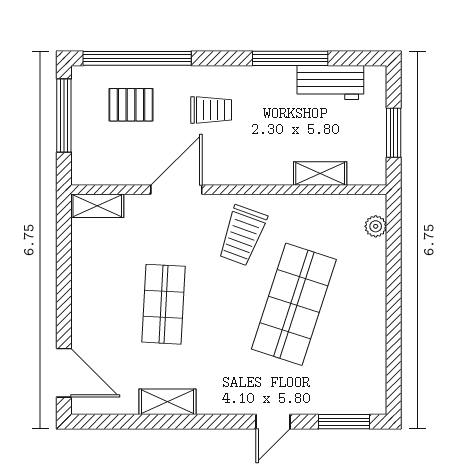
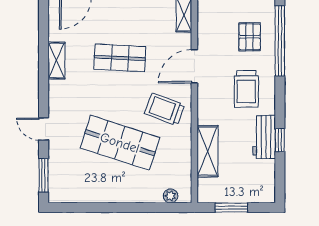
window: (290, 58) -> (280, 140), width x0.46
workbench: (330, 83) -> (264, 137), moved
trolley: (211, 110) -> (246, 89), width x1.36, depth x1.39
shelving: (320, 174) -> (207, 151), width x1.50, depth x1.33
door: (176, 190) -> (194, 66), swing flipped

